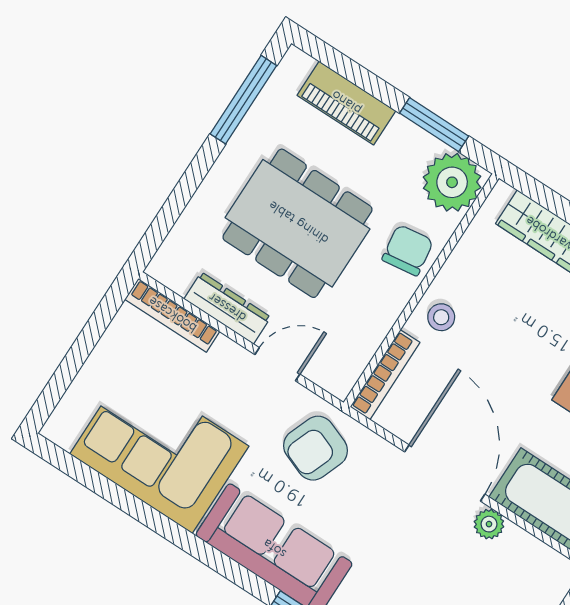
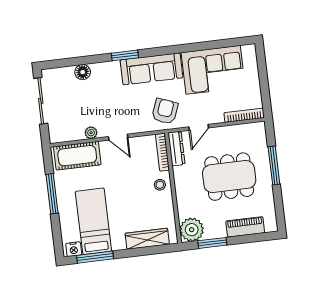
window: (243, 100) -> (274, 165), moved
chair: (408, 250) -> (188, 197), removed
dresser: (227, 308) -> (176, 149), moved, turned -90
door: (445, 473) -> (118, 137), width x0.53

